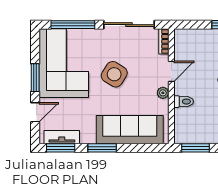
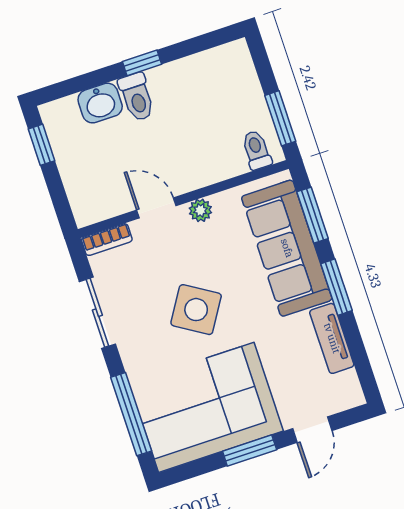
sliding door: (129, 25) -> (97, 313), width x0.73
toilet: (184, 102) -> (256, 150), moved
door: (35, 112) -> (312, 430), swing flipped
tv unit: (62, 137) -> (332, 338), moved
window: (61, 148) -> (312, 215), moved

